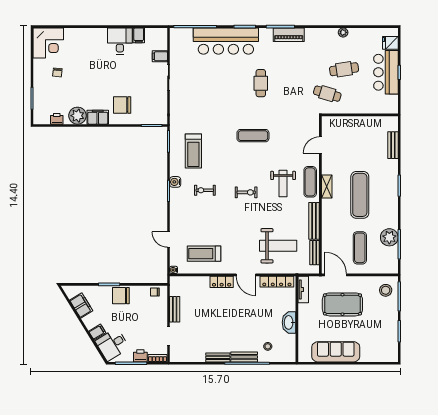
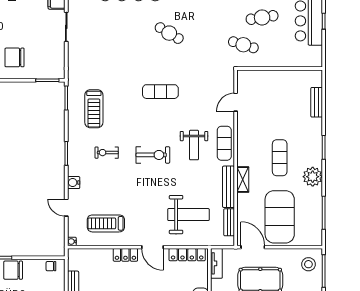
cafe table: (261, 83) -> (169, 33), turned -59
water cooler: (175, 182) -> (74, 183), moved
shelving: (327, 187) -> (243, 180), moved
exercise bike: (246, 192) -> (153, 155), width x1.38, depth x1.39
exercise mat: (360, 195) -> (280, 158), width x0.73, depth x0.69
plant: (389, 237) -> (313, 177), moved
exercise mat: (360, 248) -> (280, 217), width x2.00, depth x1.45

